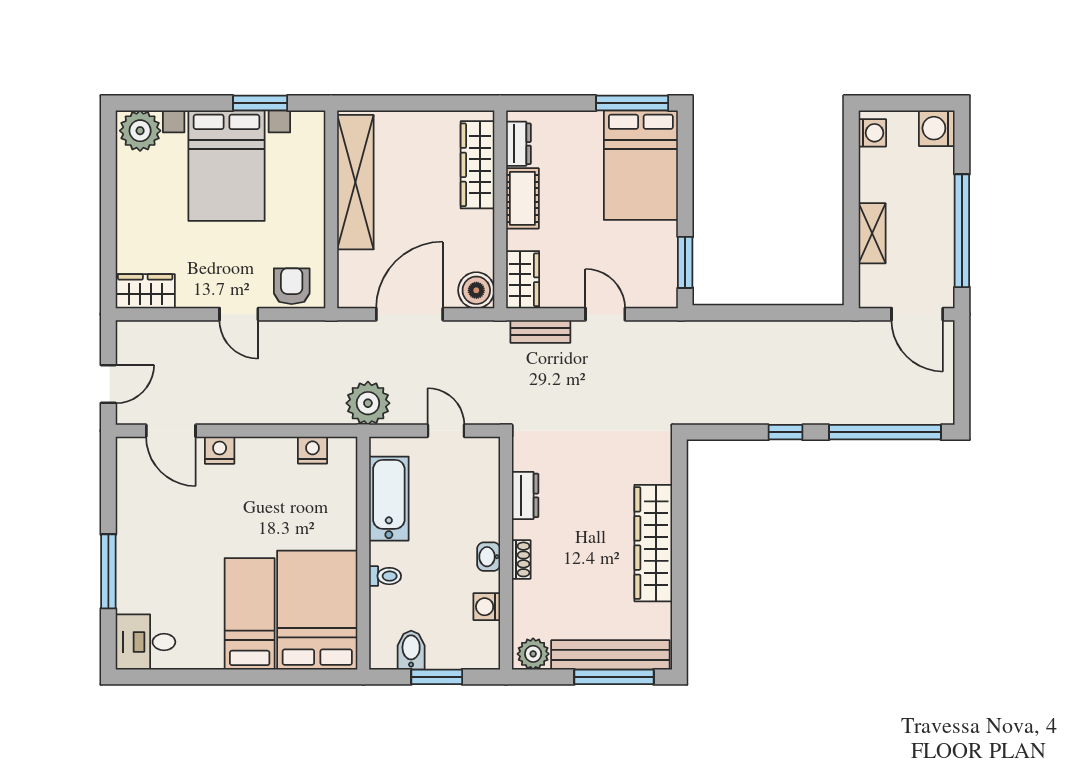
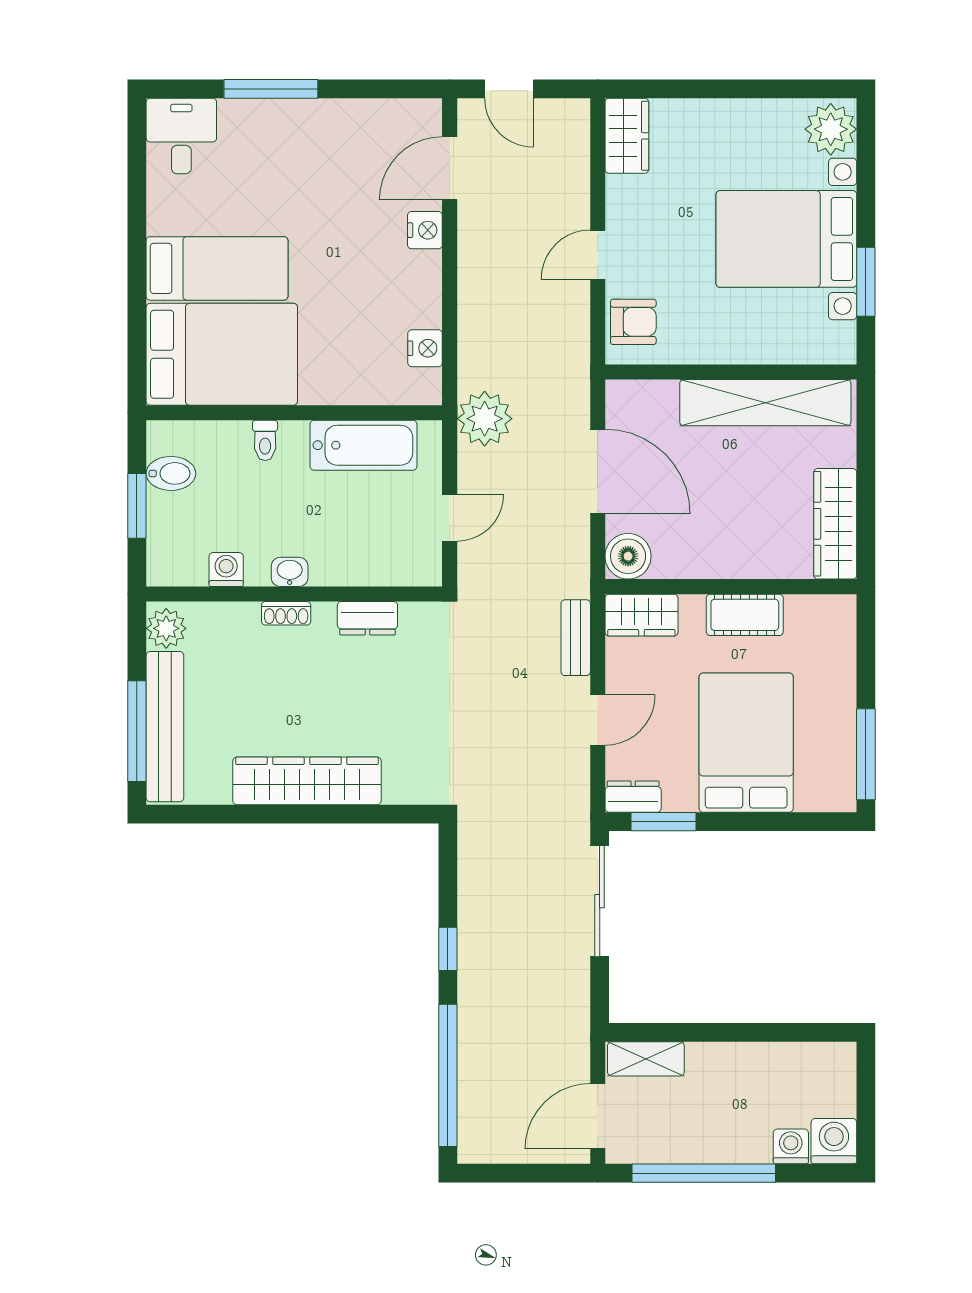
washing machine: (872, 133) -> (791, 1146), moved, turned 180
dresser: (518, 144) -> (633, 797), moved, turned 180
wardrobe: (477, 165) -> (835, 524), moved, turned -90
bed: (641, 165) -> (746, 743), moved, turned 90
shelving: (872, 233) -> (646, 1059), moved
sliding door: (748, 313) -> (600, 901), added

